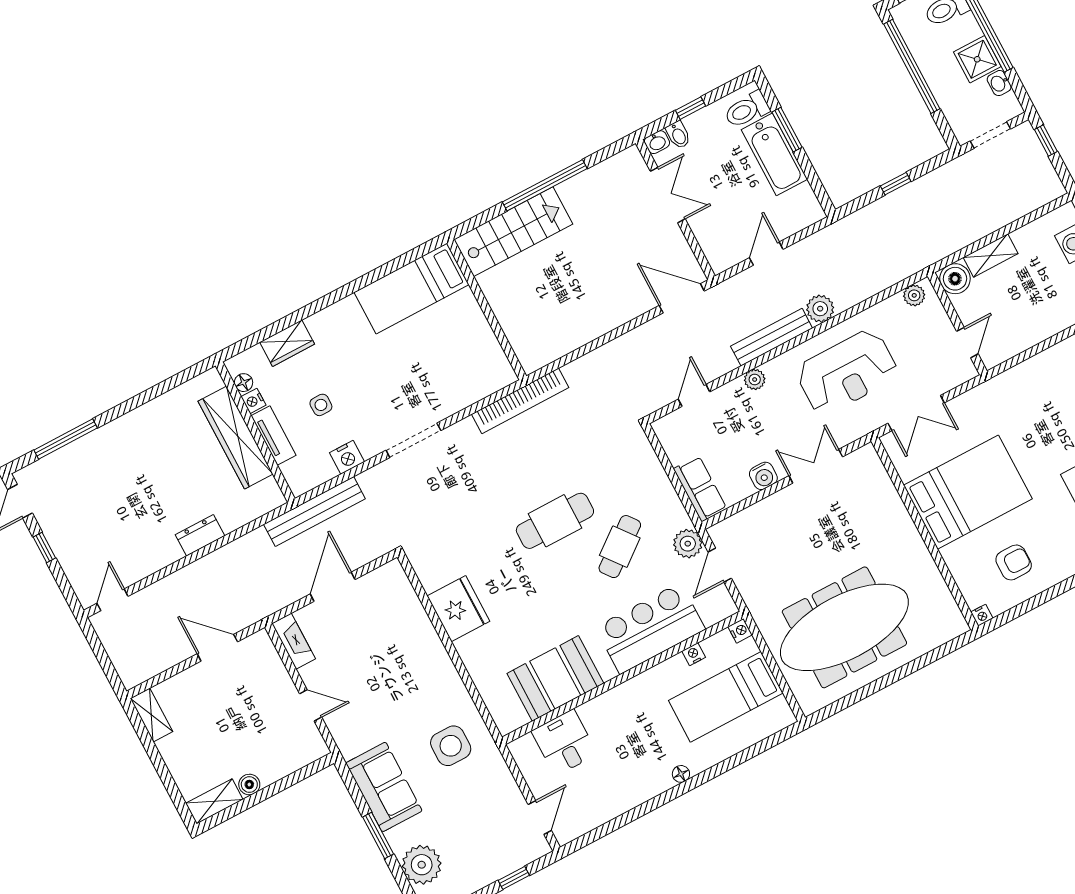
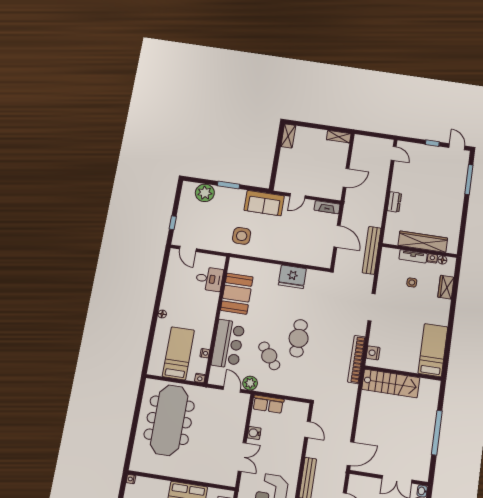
stairs: (513, 232) -> (391, 383), moved, turned -90
plant: (755, 379) -> (296, 459), removed
nightstand: (347, 457) -> (373, 353), moved
boiler: (249, 785) -> (285, 153), removed
sofa: (384, 787) -> (264, 203), moved

